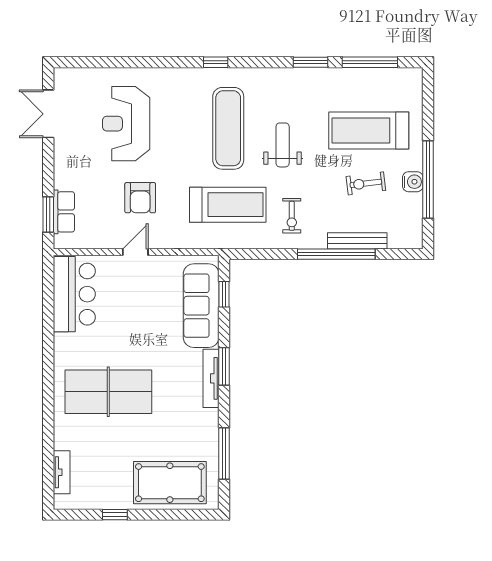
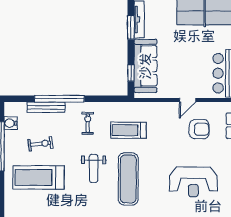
reception desk: (126, 124) -> (193, 182), turned 90
treadmill: (369, 131) -> (39, 178), turned 180
water cooler: (413, 182) -> (11, 123), moved
armchair: (140, 198) -> (199, 129), moved, turned 90
treadmill: (228, 205) -> (128, 130), width x0.73, depth x0.73

